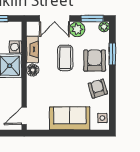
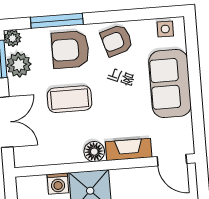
plant: (77, 29) -> (19, 65), moved
fireplace: (32, 49) -> (129, 149), moved
window: (112, 54) -> (57, 21), width x1.44

